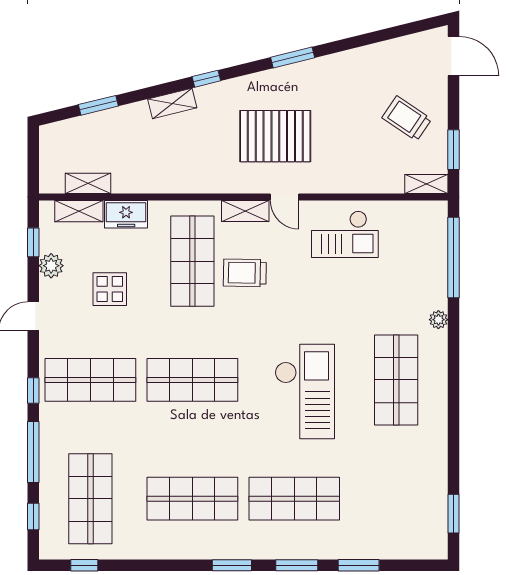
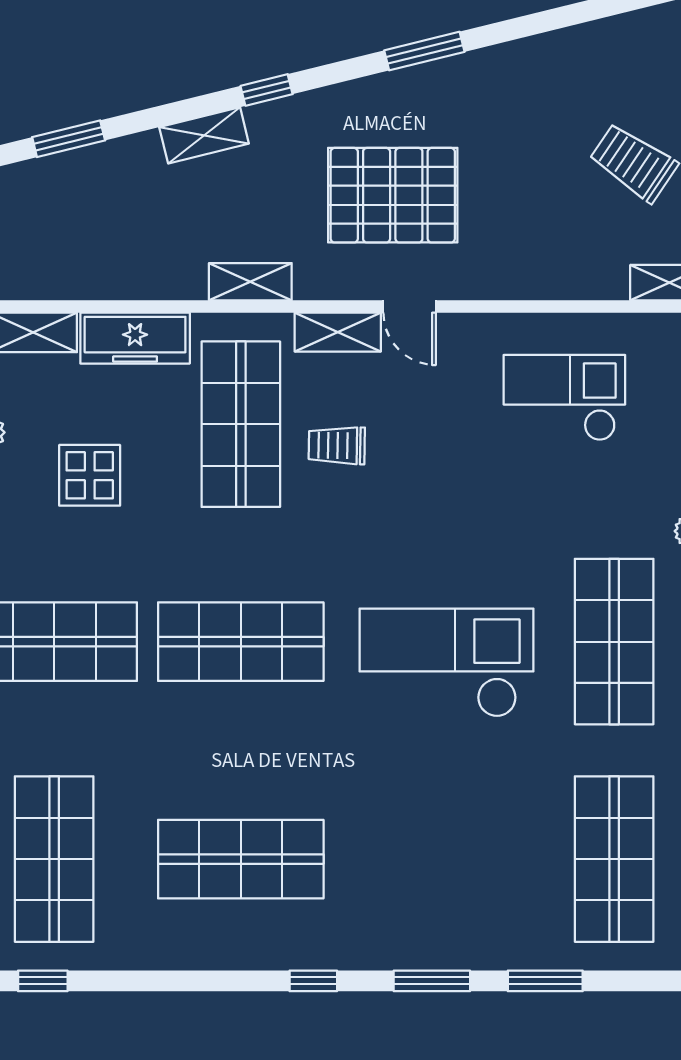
shelving: (88, 183) -> (250, 282), moved
freezer: (126, 214) -> (135, 338), width x1.40
checkout: (345, 234) -> (564, 398), moved, turned 180
trolley: (245, 273) -> (337, 445), width x0.73, depth x0.72
checkout: (305, 391) -> (447, 663), turned -90
shop shelf: (294, 499) -> (614, 859), moved, turned 90
window: (232, 565) -> (313, 981), width x0.67

